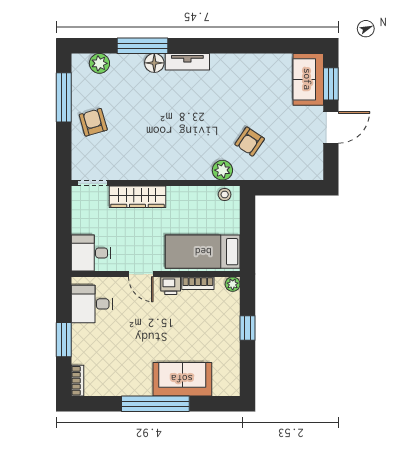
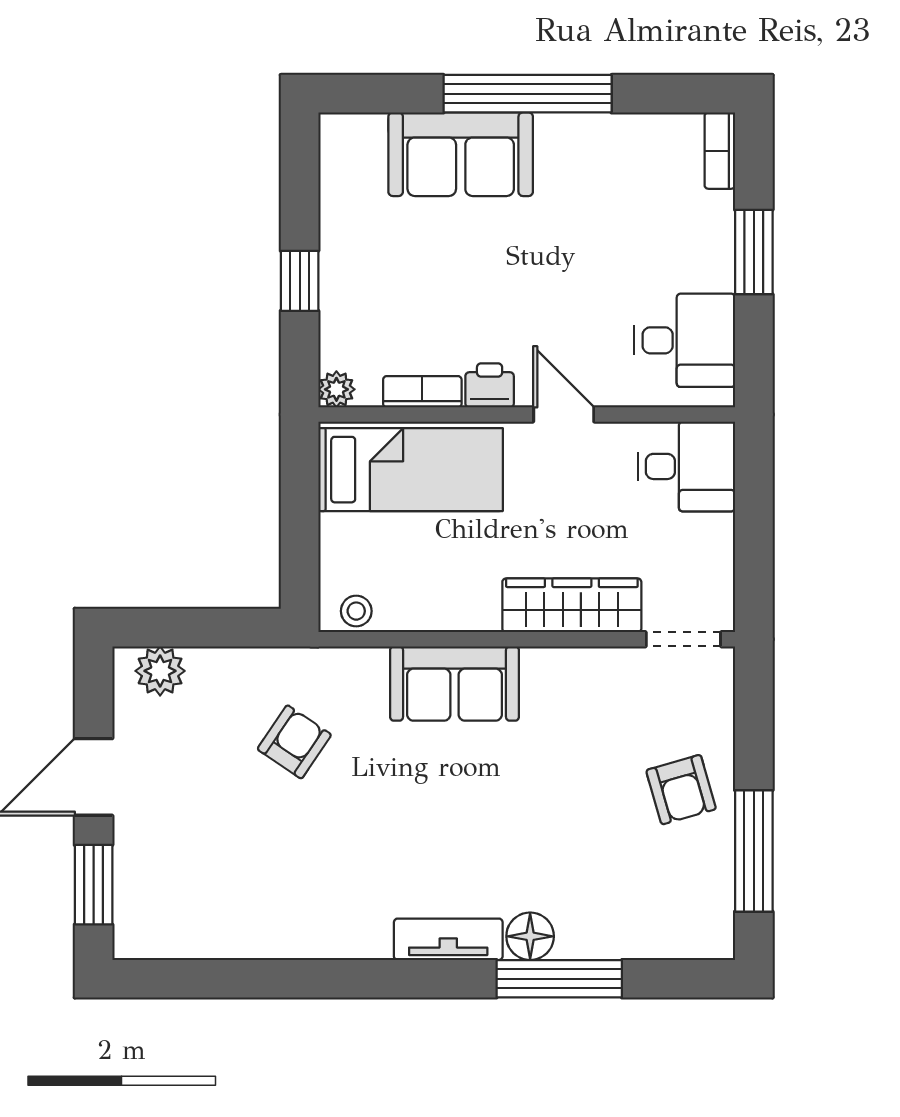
plant: (99, 63) -> (666, 935), removed
sofa: (308, 79) -> (455, 684), moved, turned 90
plant: (222, 170) -> (160, 671), moved

